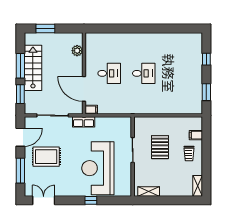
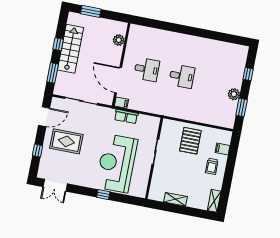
window: (20, 66) -> (58, 44), width x0.46
plant: (197, 81) -> (234, 94), added
row of seats: (84, 122) -> (126, 116), moved
pallet: (160, 147) -> (190, 141), moved
window: (20, 171) -> (37, 151), width x0.46
shelving: (149, 191) -> (176, 199), moved
double door: (44, 200) -> (55, 185), swing flipped

